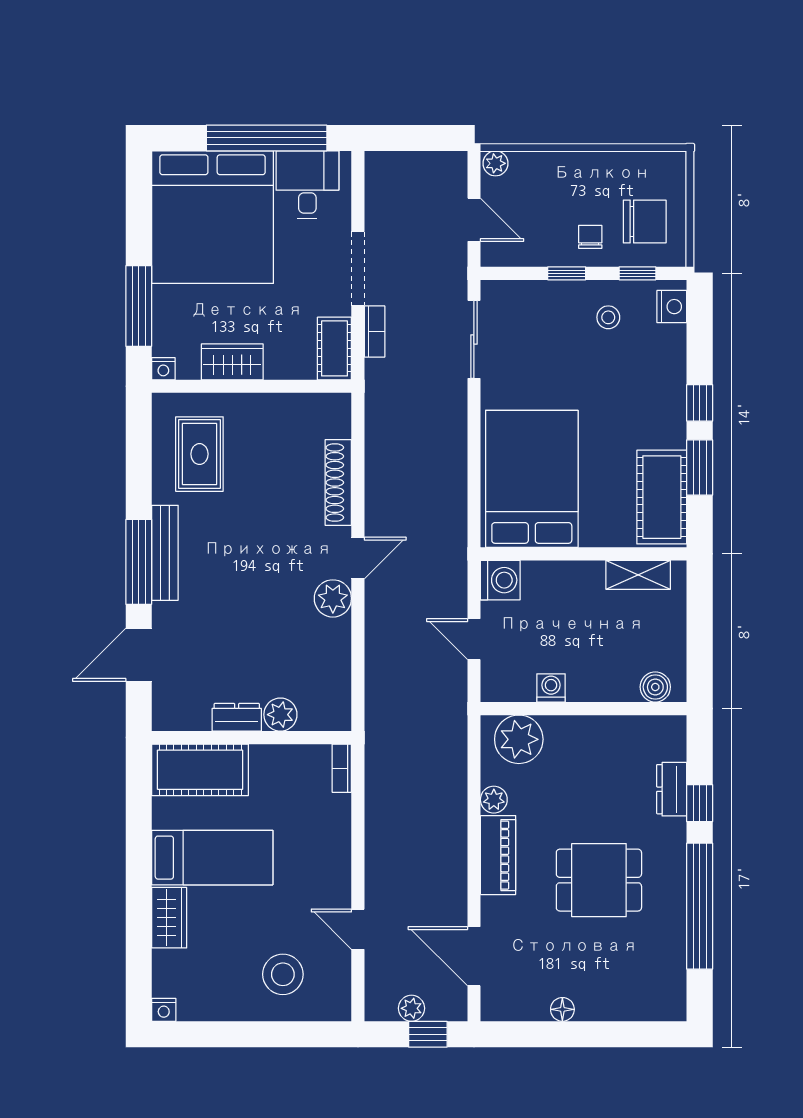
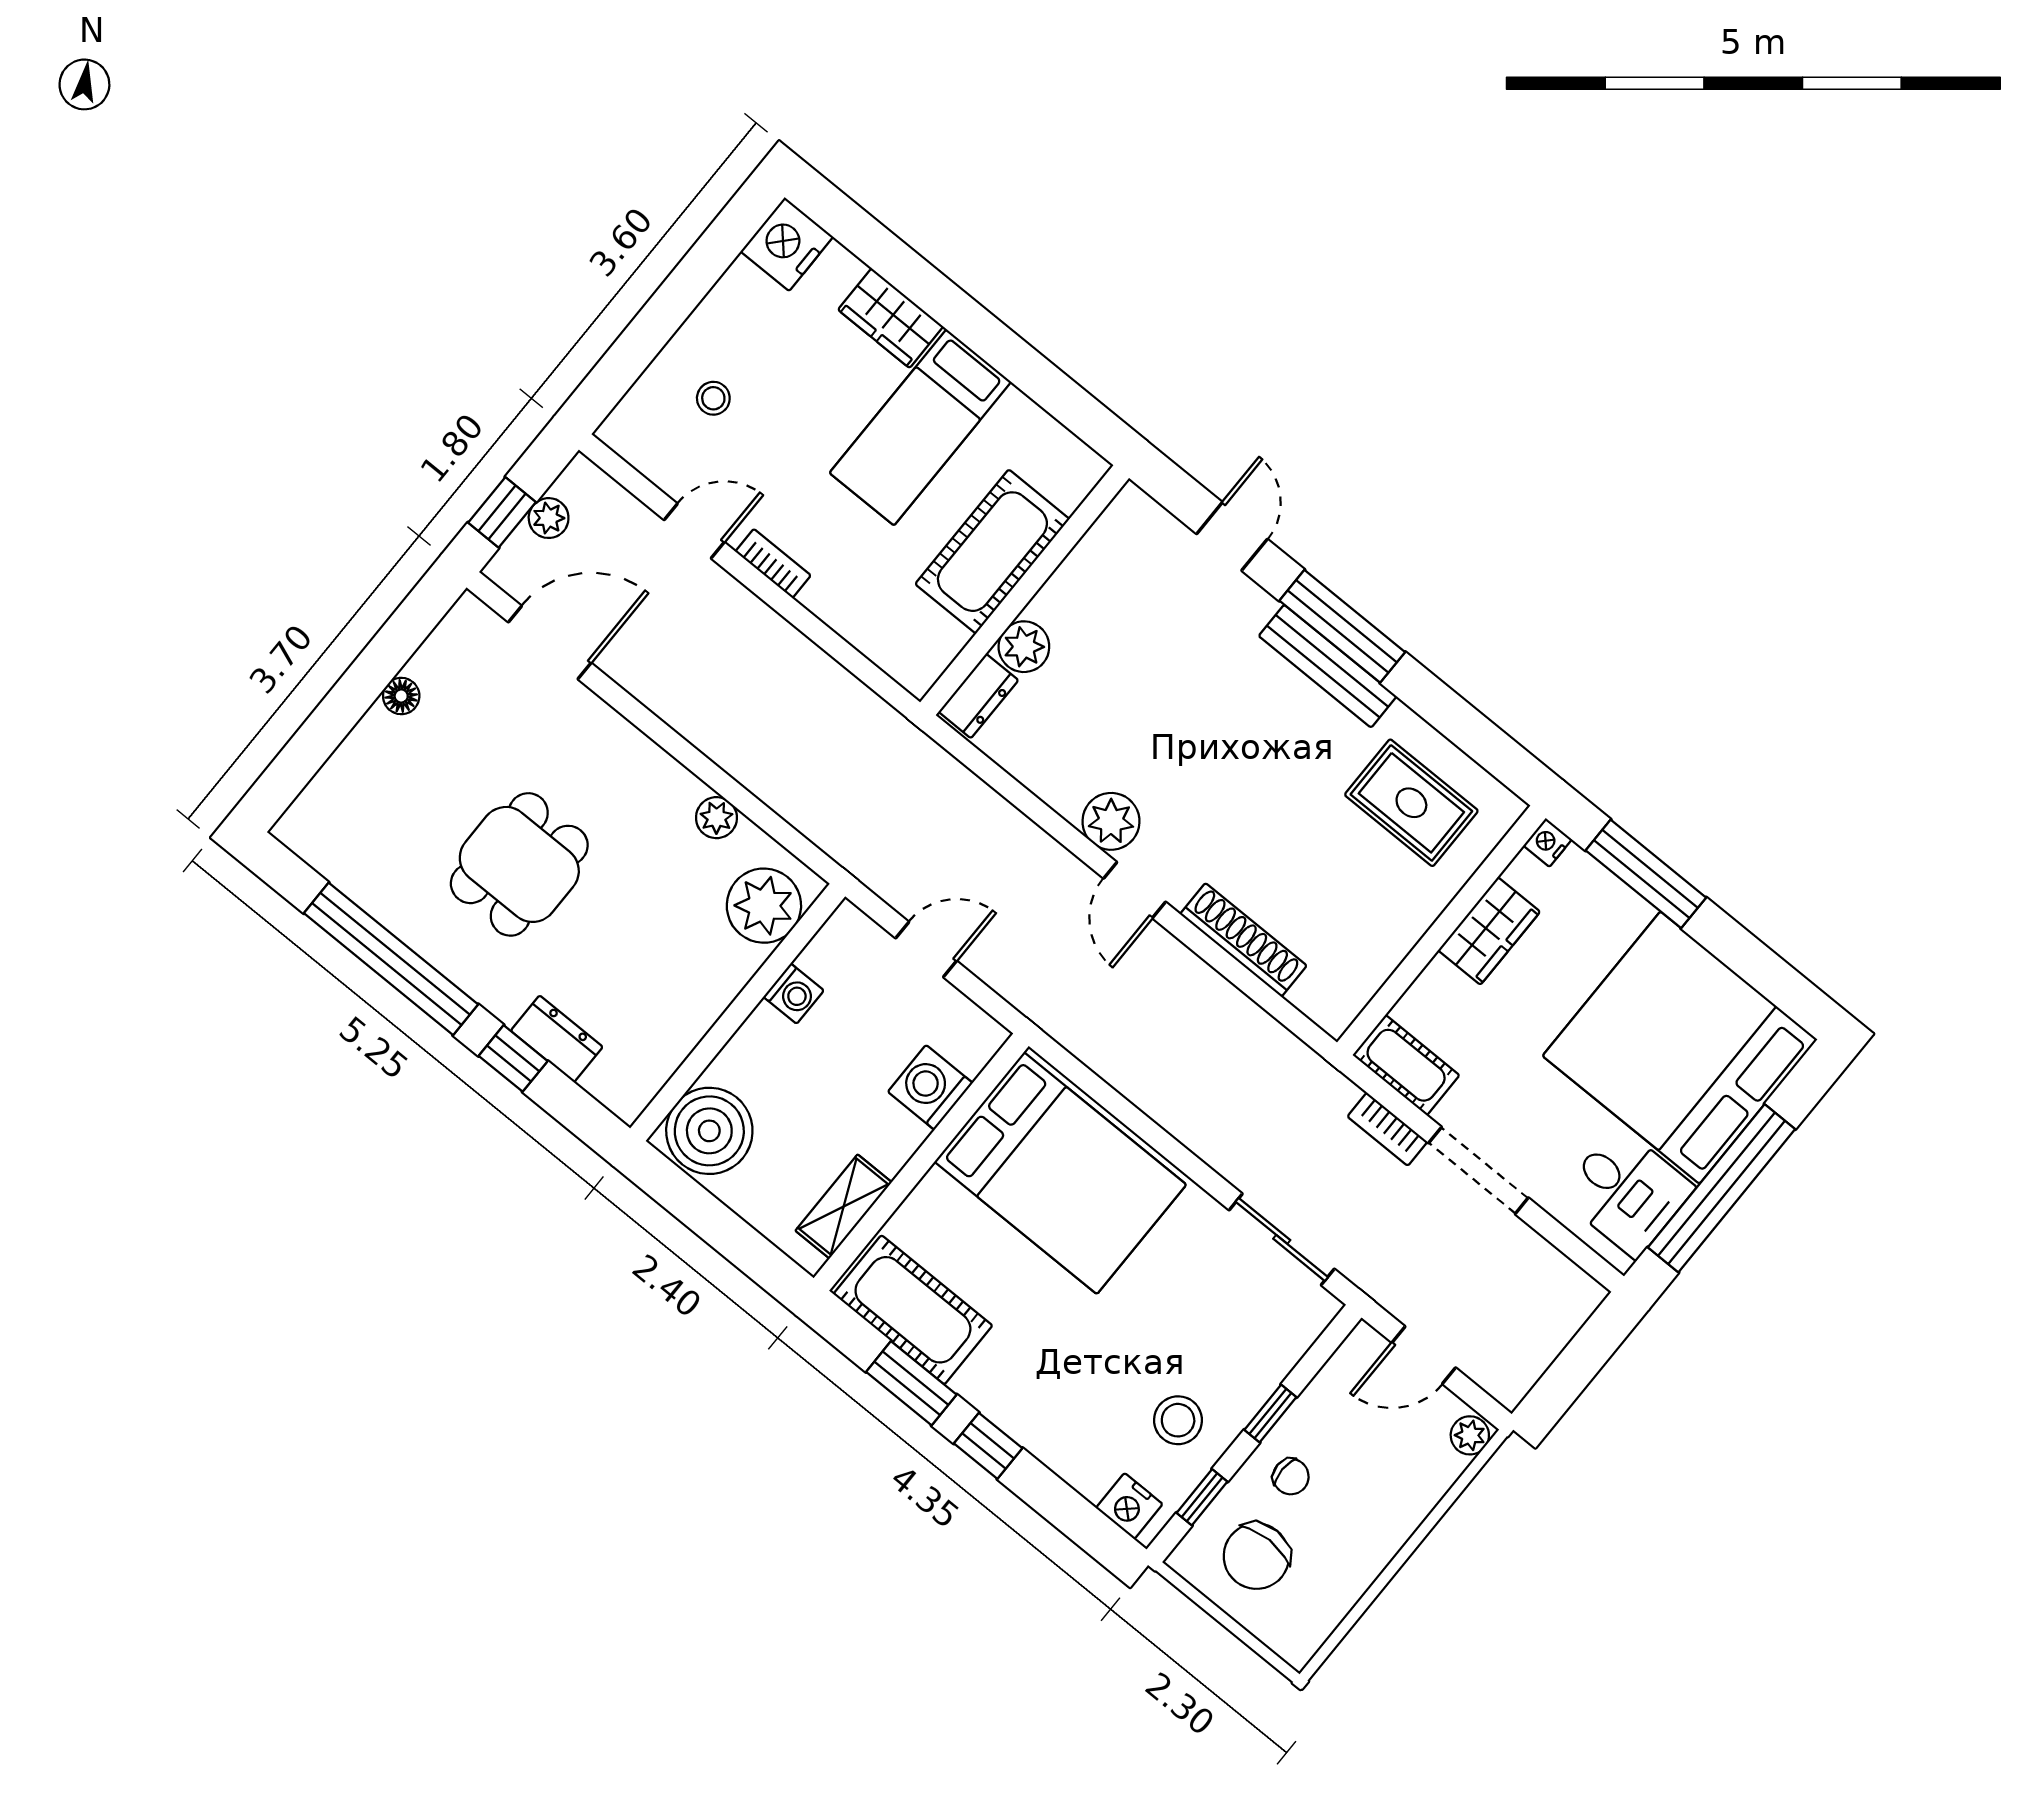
stool: (608, 317) -> (1178, 1420), width x1.37, depth x1.37
washing machine: (500, 580) -> (930, 1087), moved, turned 90
door: (139, 655) -> (1232, 536), width x0.73
boiler: (655, 687) -> (709, 1131), width x1.86, depth x1.86
dresser: (237, 717) -> (978, 696), moved
bookcase: (342, 768) -> (773, 563), moved
cot: (200, 770) -> (992, 552), moved
piano: (498, 855) -> (647, 769), removed
stool: (283, 974) -> (713, 398), width x0.53, depth x0.53
nightstand: (164, 1010) -> (787, 244), width x1.89, depth x1.79

